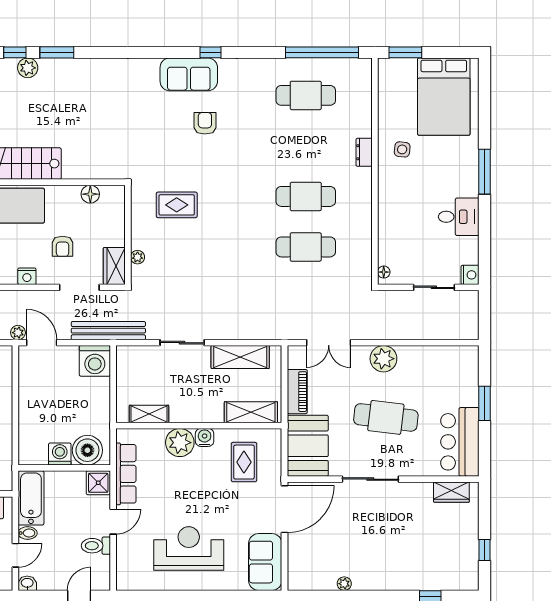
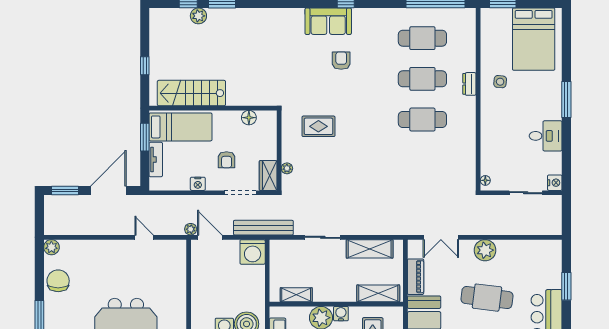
cafe table: (306, 247) -> (422, 79), moved

